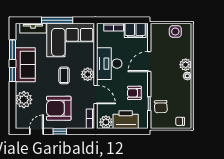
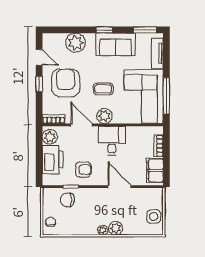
window: (57, 20) -> (166, 96), moved
window: (12, 50) -> (145, 30), moved
desk: (109, 64) -> (112, 141), width x0.73
armchair: (134, 93) -> (83, 170), turned 90
door: (95, 94) -> (81, 125), swing flipped

